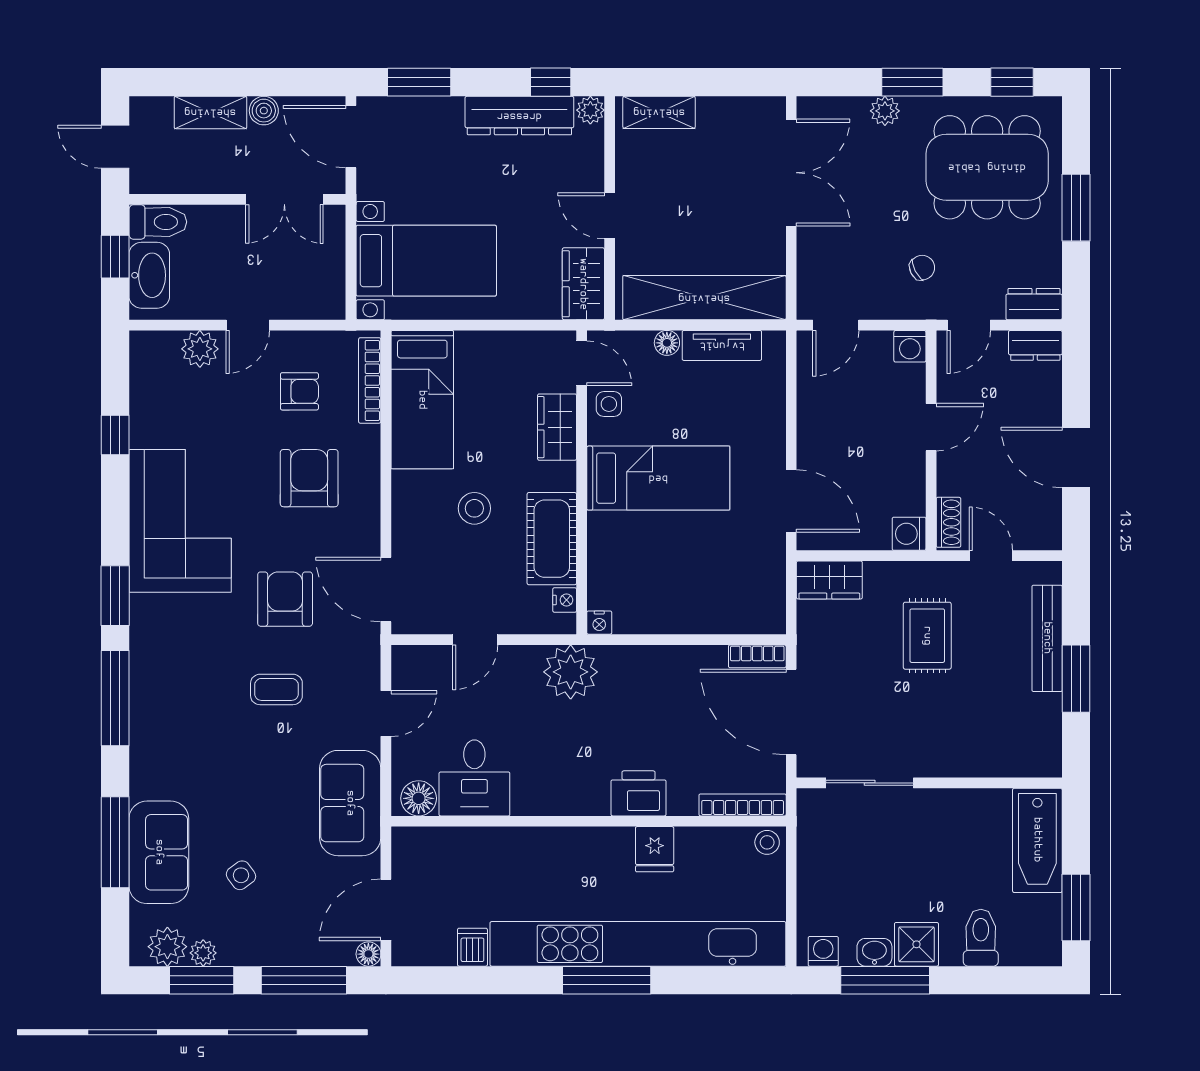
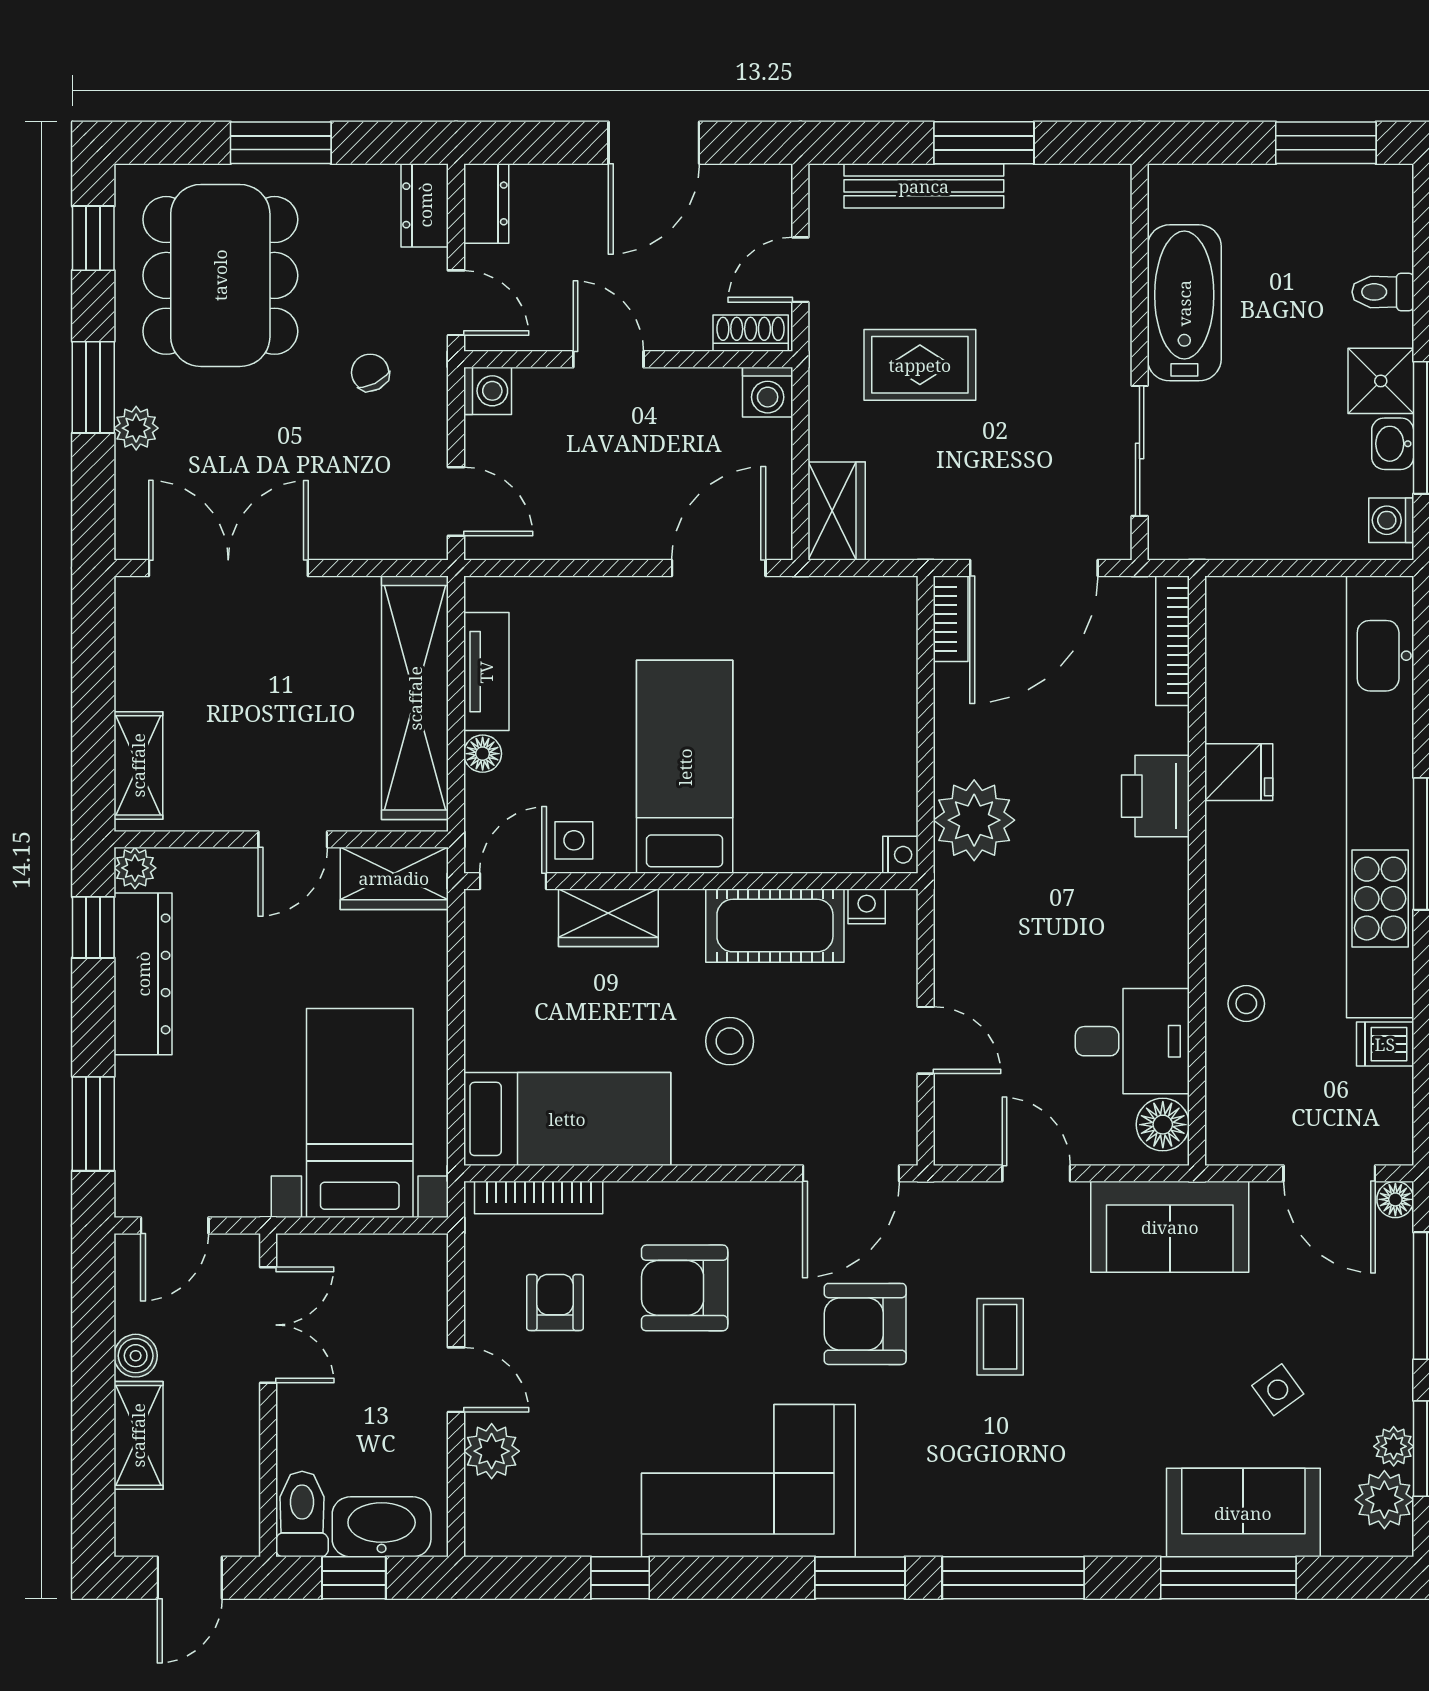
door: (351, 137) -> (175, 1226), width x0.73
plant: (571, 672) -> (974, 820), moved
bathtub: (1037, 840) -> (1184, 303), moved, turned -90
stool: (767, 842) -> (1246, 1004), moved
toilet: (981, 938) -> (1383, 292), width x0.73, depth x0.72

